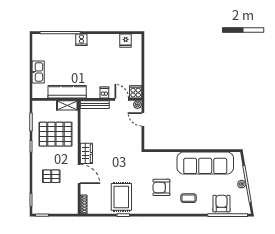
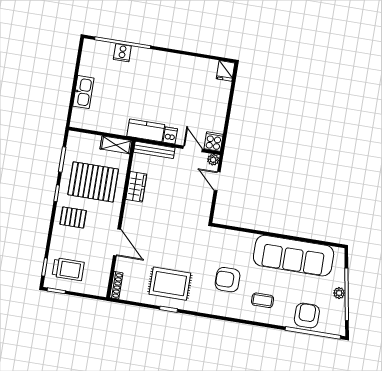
cooker: (81, 40) -> (122, 53), moved
fridge: (126, 41) -> (226, 71), moved
kitchen counter: (67, 92) -> (146, 130), moved, width x0.67
wardrobe: (86, 153) -> (136, 187), moved
pallet: (51, 176) -> (73, 217), moved
rug: (121, 197) -> (170, 284), turned 90
trolley: (48, 199) -> (68, 269), added

